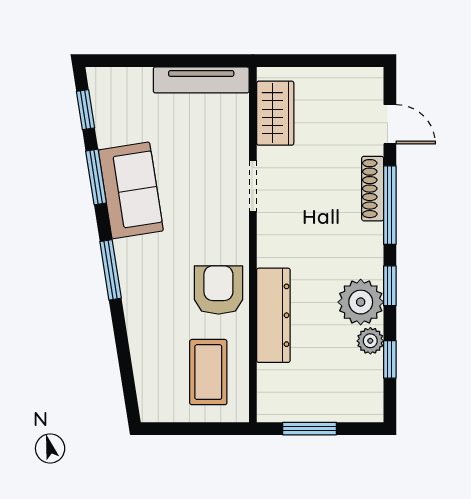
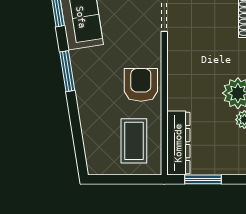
dresser: (273, 315) -> (178, 143), moved

